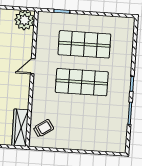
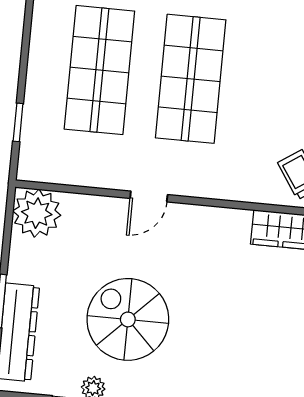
door: (33, 66) -> (149, 196), hinge flipped

